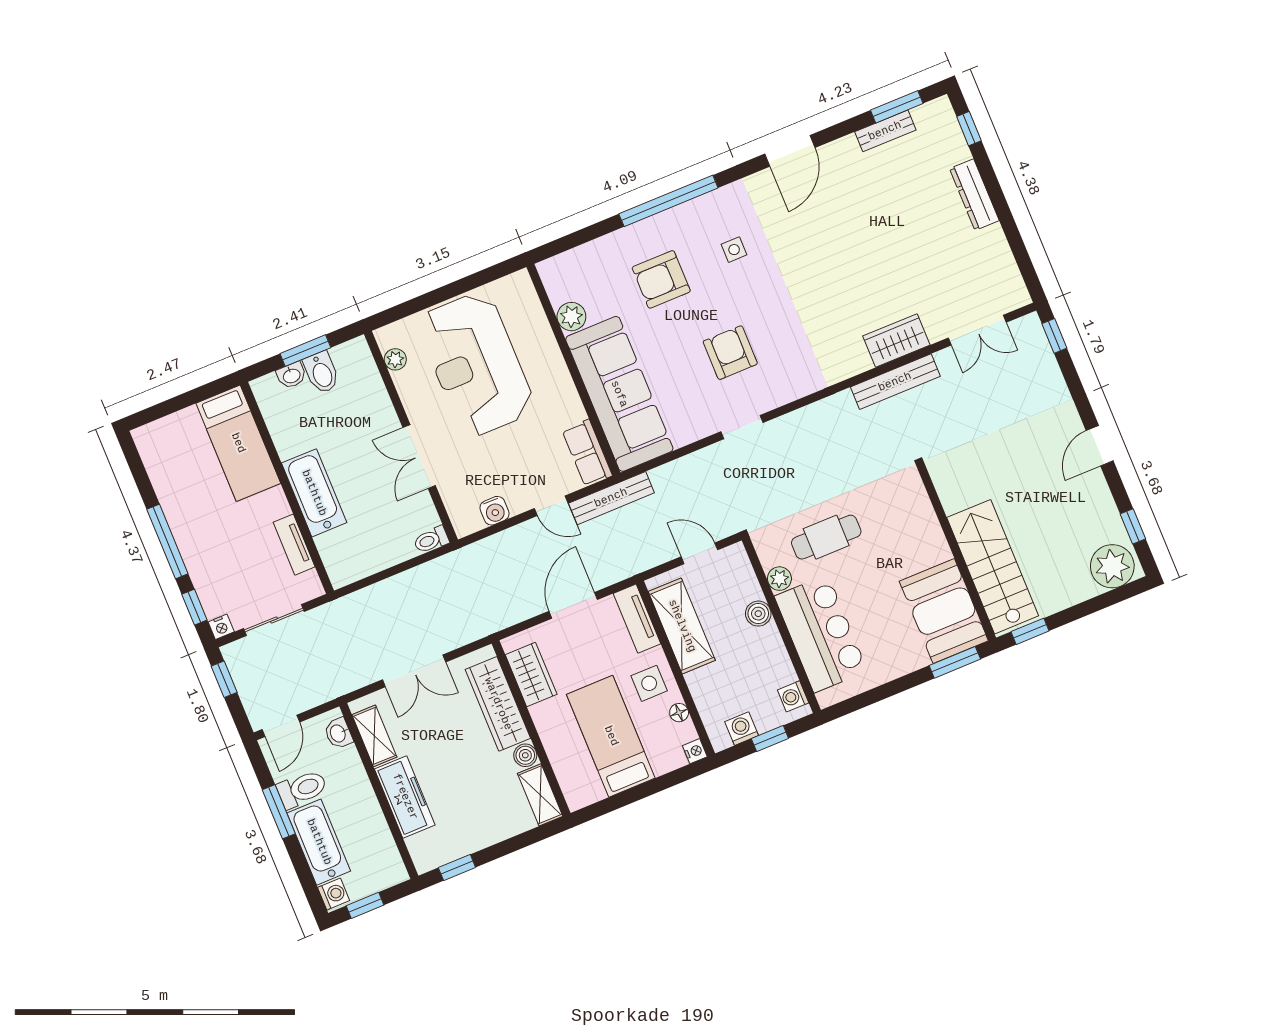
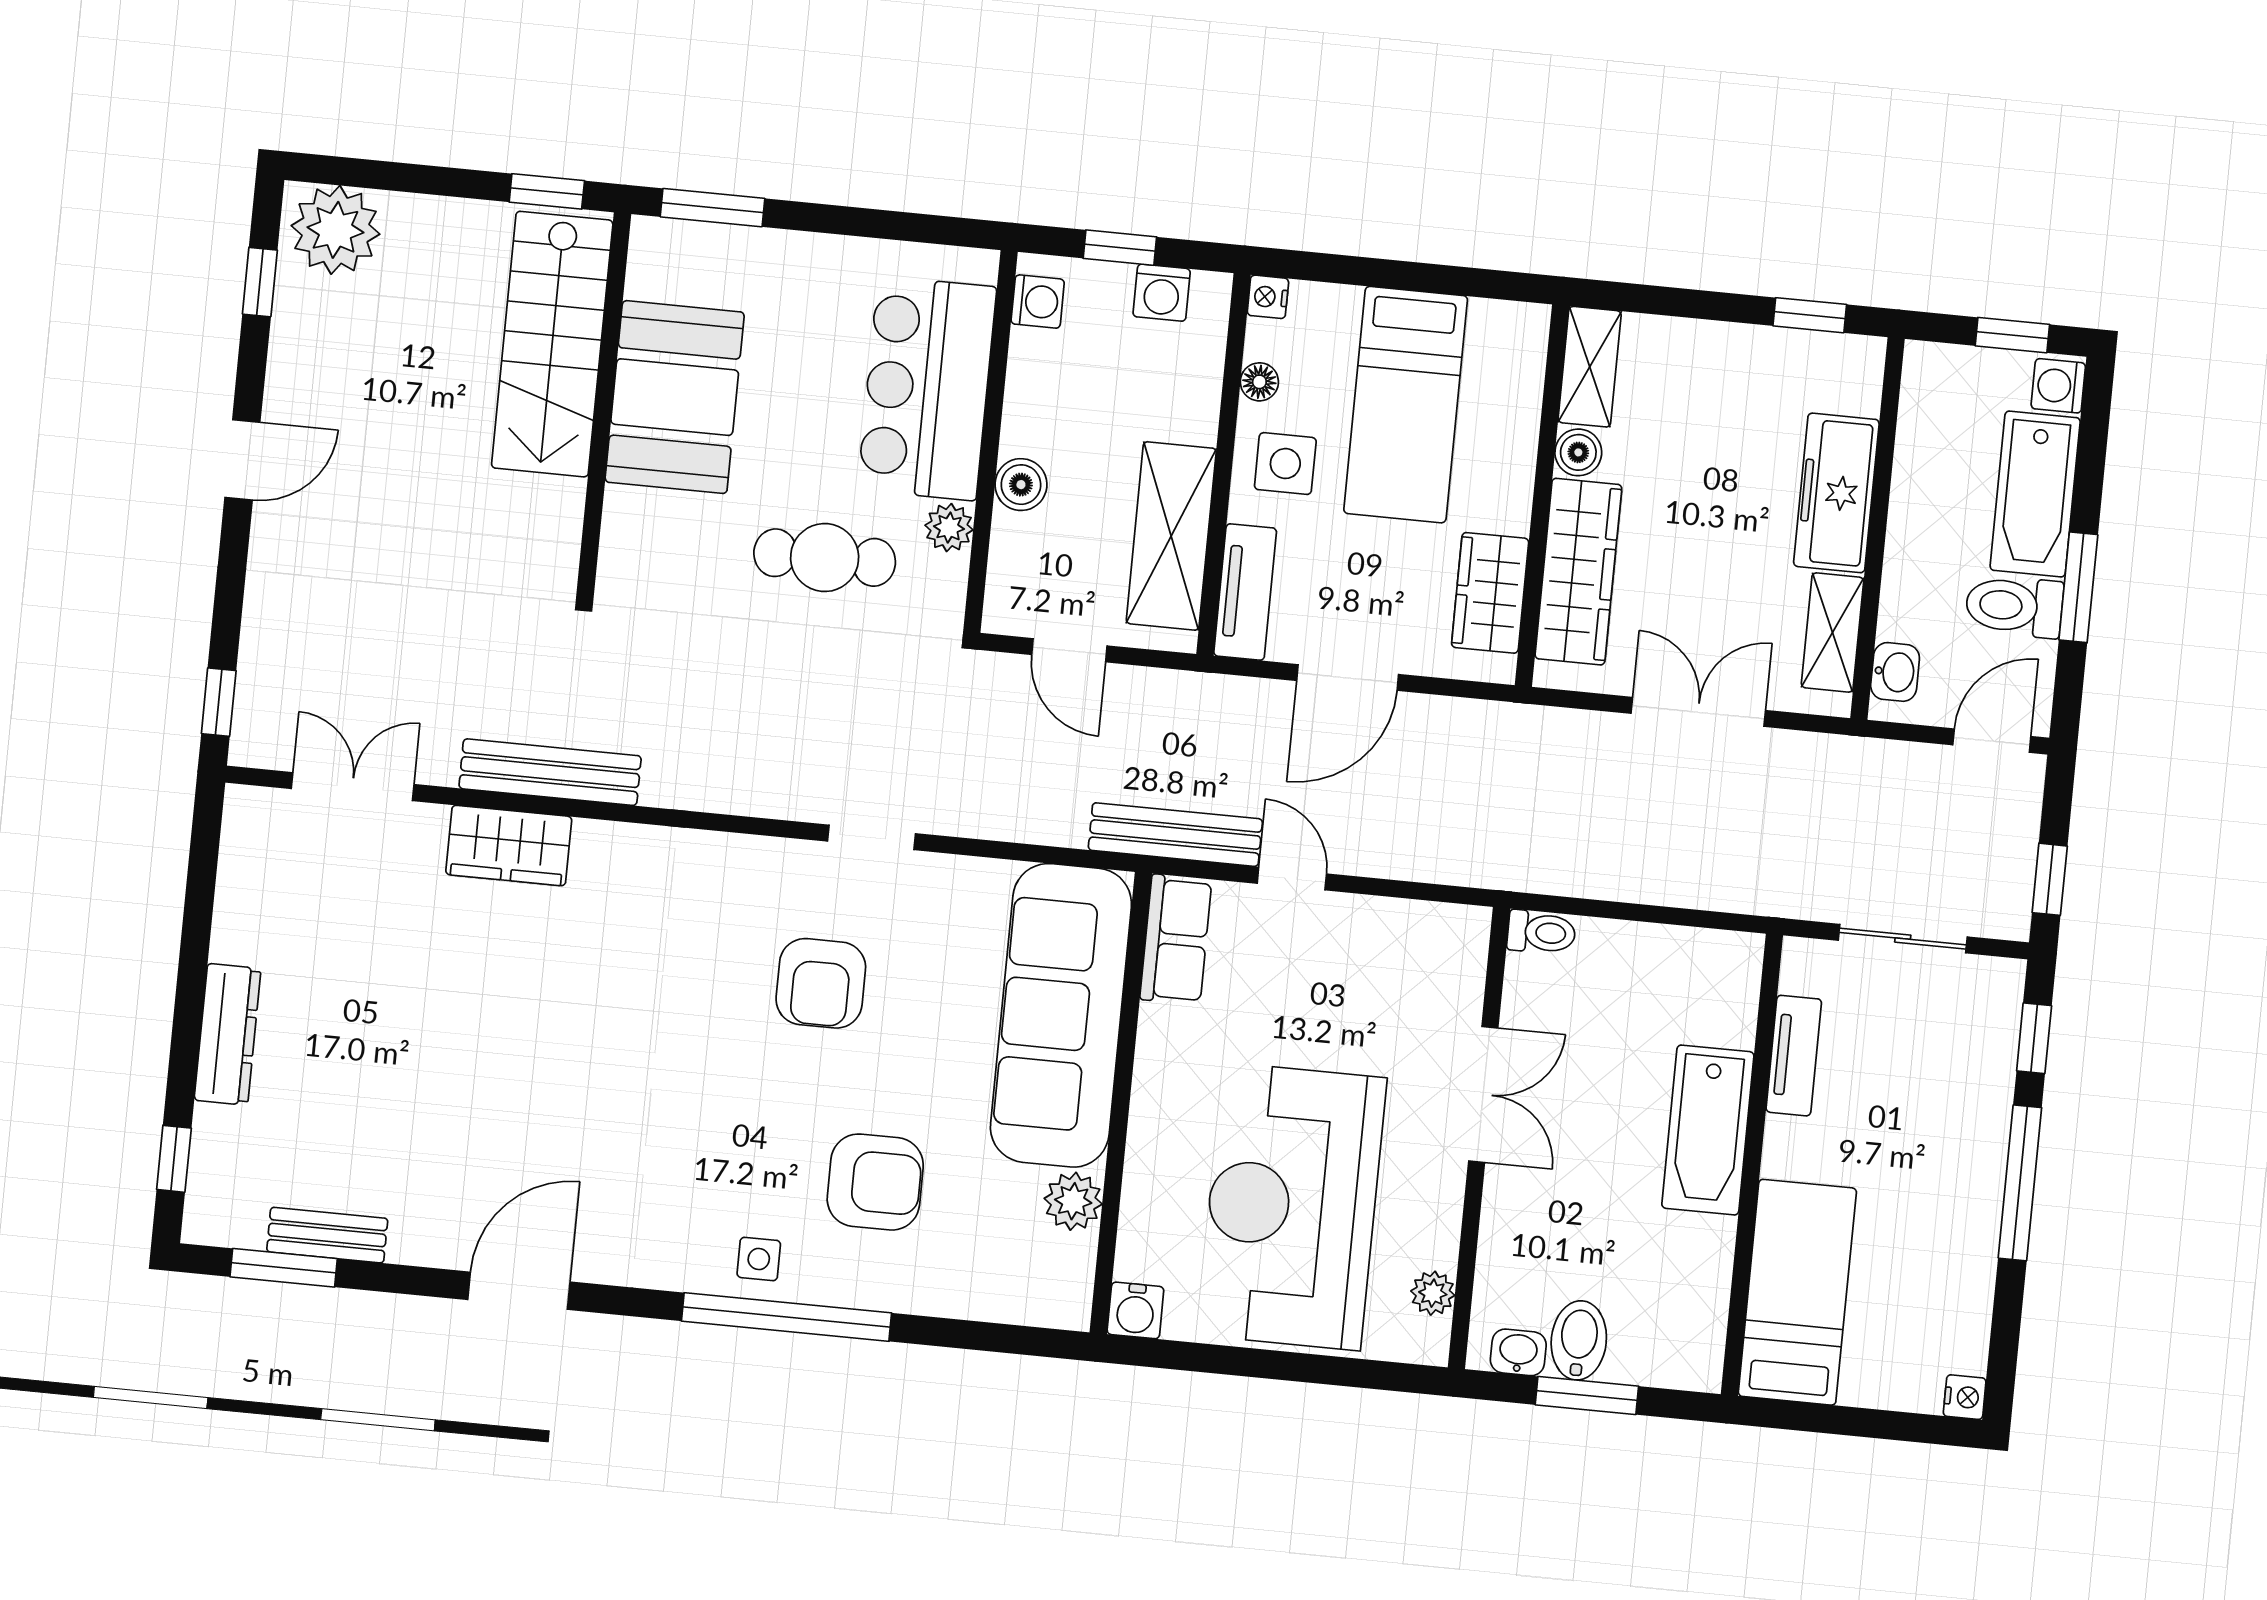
side table: (734, 250) -> (759, 1259), moved
reception desk: (476, 364) -> (1292, 1206), turned 180
washbasin: (291, 375) -> (1518, 1352), moved
water cooler: (494, 511) -> (1135, 1310), moved, turned 180
booth: (944, 611) -> (675, 397), moved
nightstand: (221, 627) -> (1965, 1397), moved, turned 90

